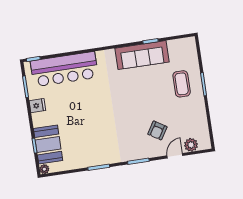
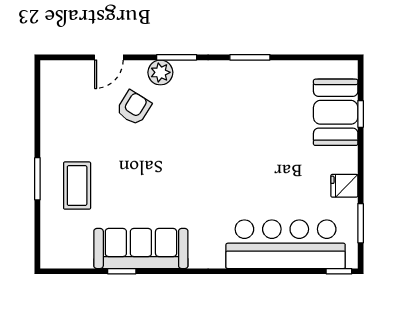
plant: (191, 145) -> (160, 72), moved
plant: (44, 169) -> (349, 69), removed

